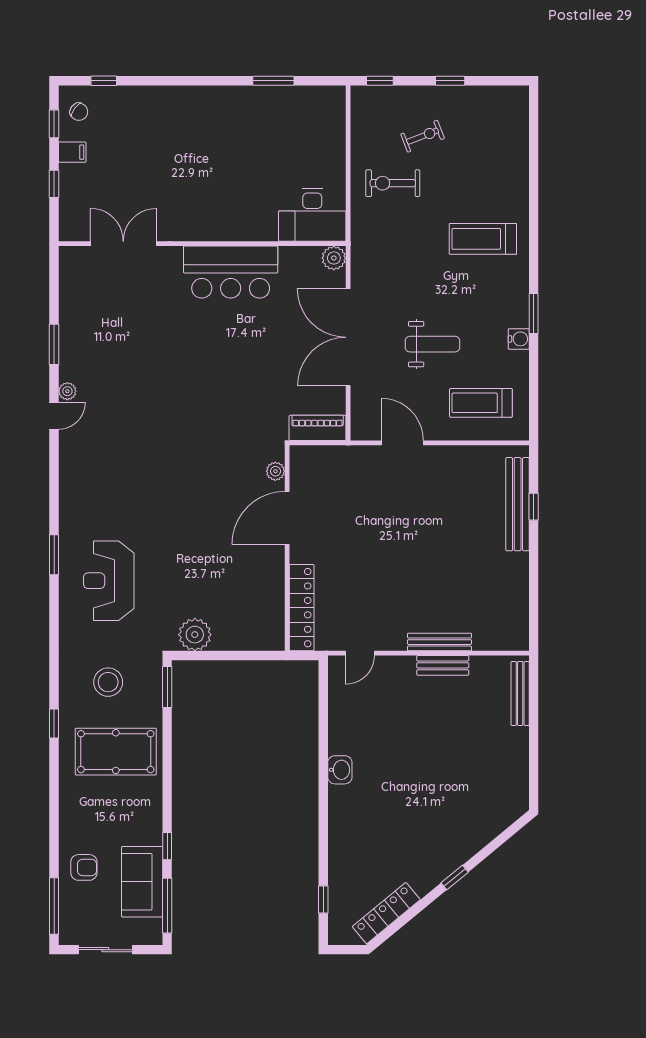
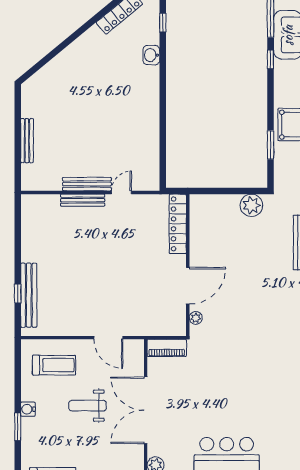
double door: (348, 337) -> (146, 410), swing flipped
door: (360, 653) -> (121, 192), moved
bench: (443, 665) -> (87, 184), width x1.36
window: (167, 687) -> (270, 145), moved
bench: (520, 693) -> (27, 141), moved
washbasin: (340, 770) -> (151, 55), moved
window: (455, 877) -> (72, 38), removed

